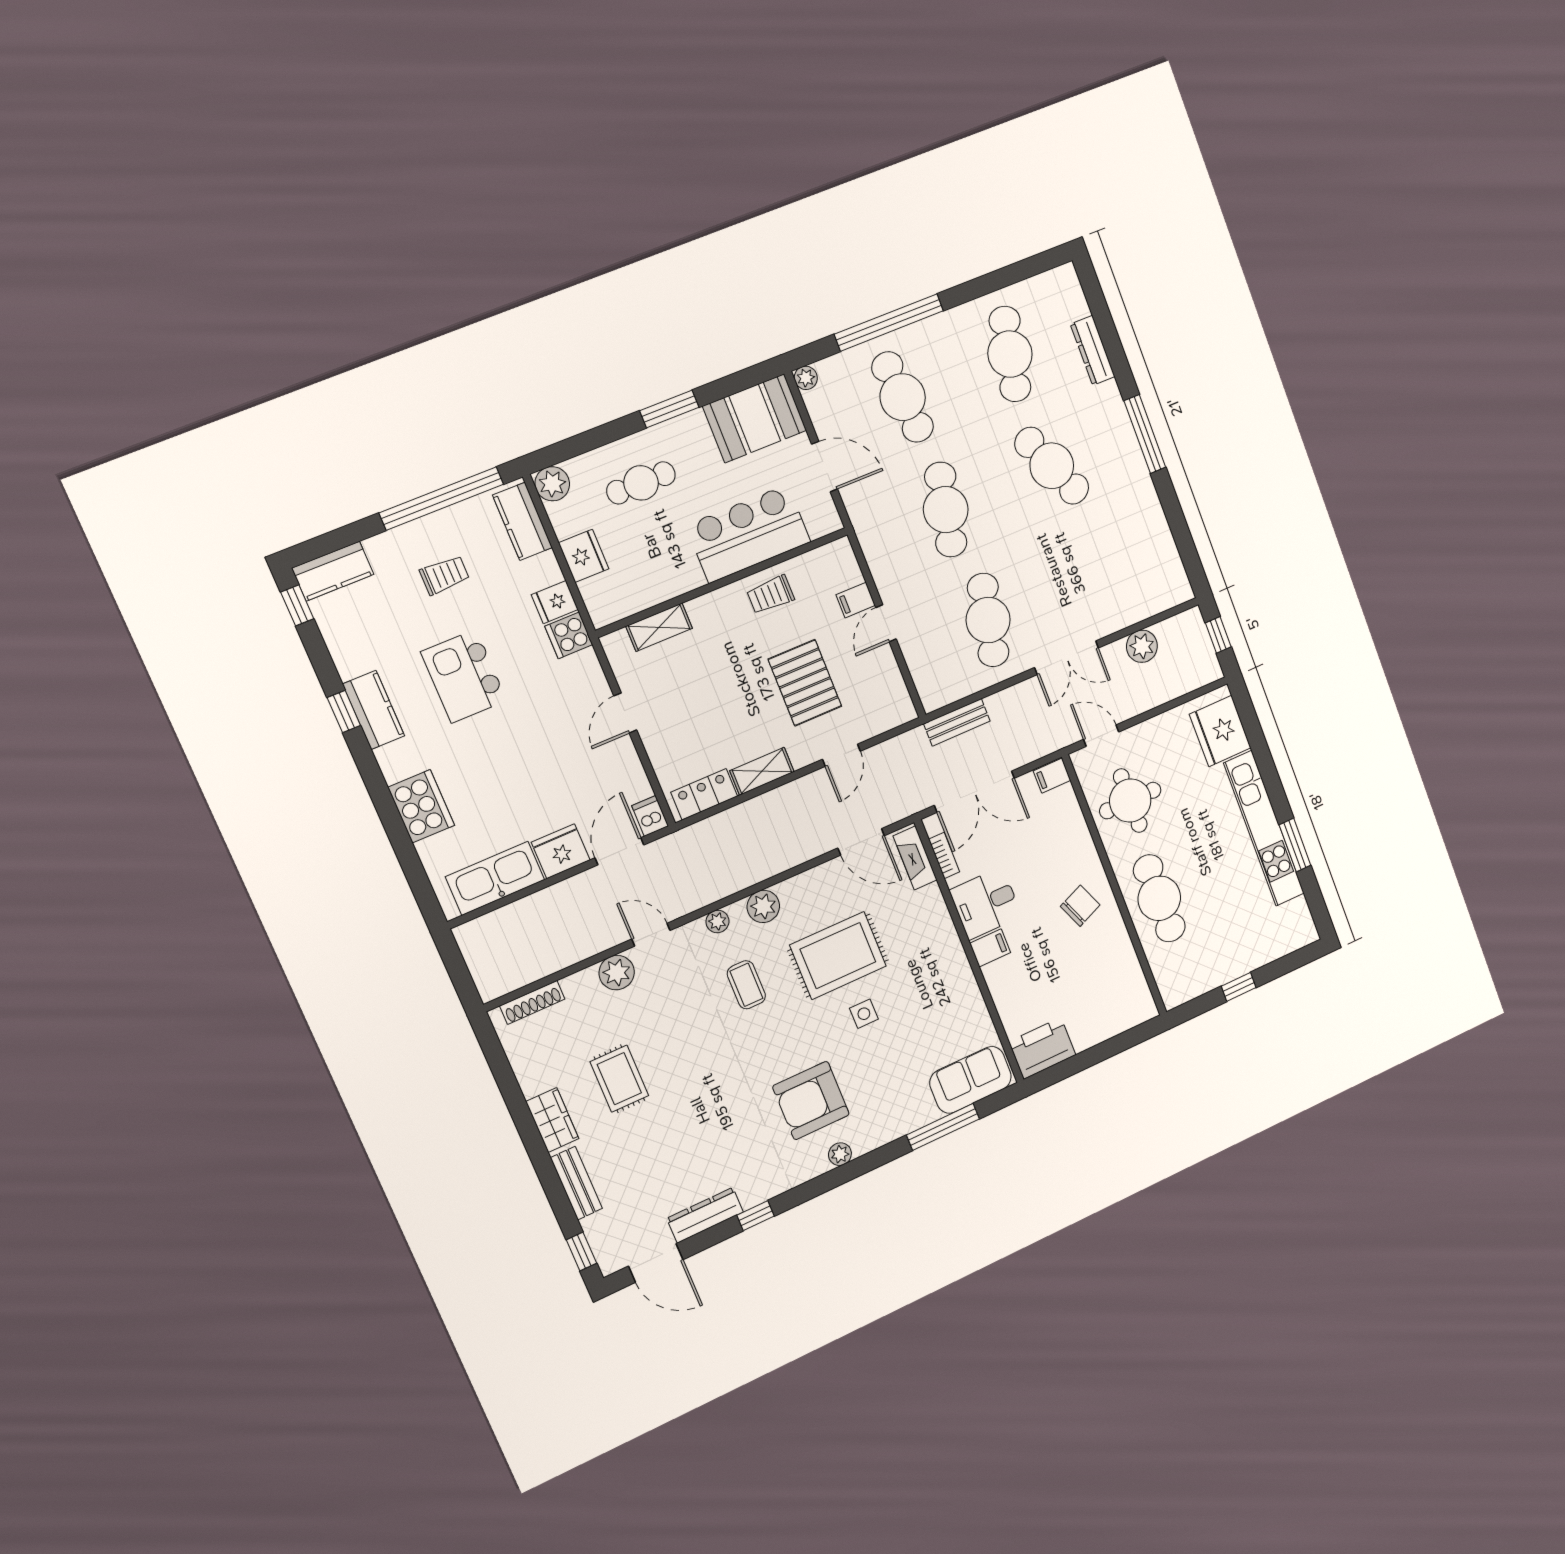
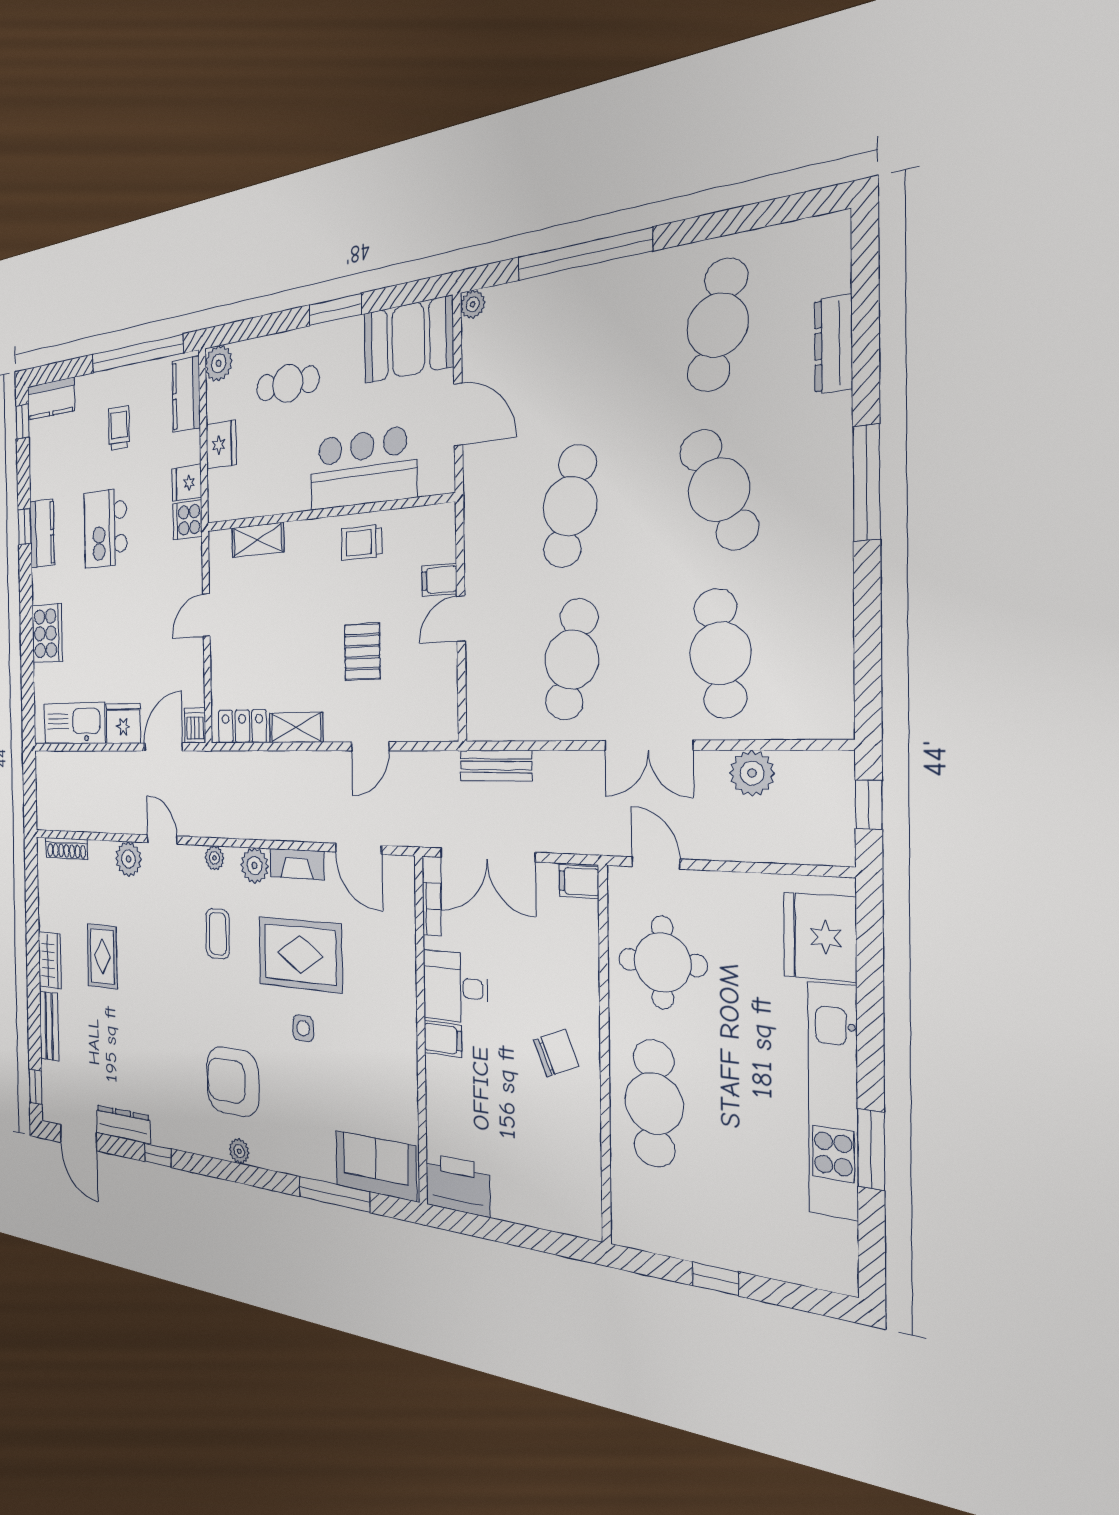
cafe table: (903, 397) -> (720, 653), moved
trolley: (445, 575) -> (119, 428), turned -90
pallet: (805, 683) -> (362, 652), width x0.67, depth x0.71
fireplace: (915, 858) -> (297, 864), moved, turned -90

